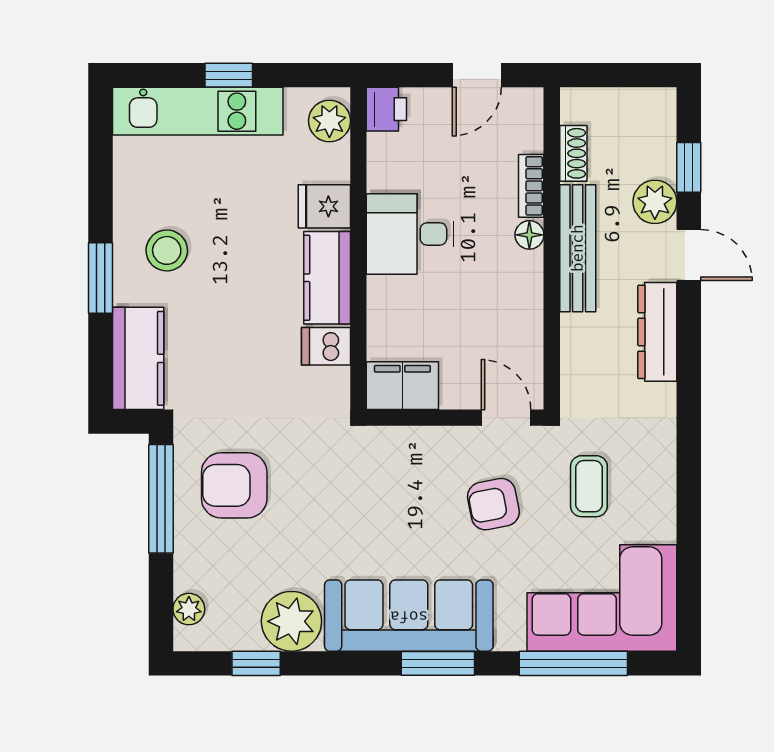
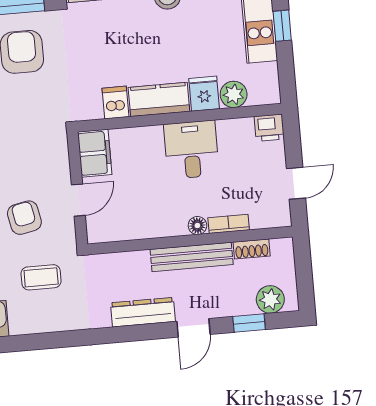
door: (477, 75) -> (296, 183), swing flipped
plant: (329, 121) -> (234, 94), moved
plant: (655, 202) -> (270, 299), moved
door: (506, 418) -> (78, 200), moved

